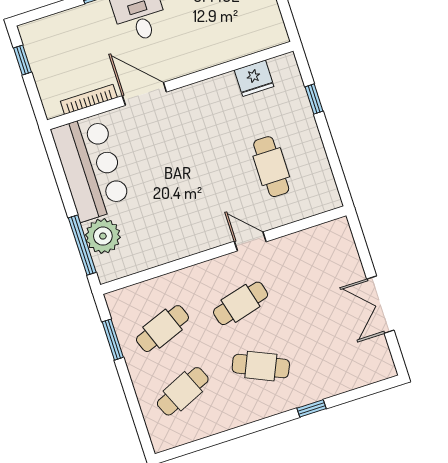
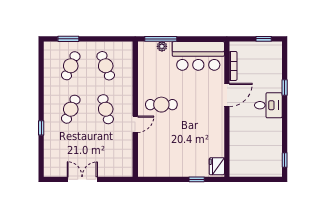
fridge: (254, 78) -> (217, 166), moved
cafe table: (271, 167) -> (161, 105), moved
plant: (103, 236) -> (162, 46), width x0.53, depth x0.53
window: (113, 340) -> (68, 39), moved
cafe table: (183, 391) -> (71, 66), turned 48

